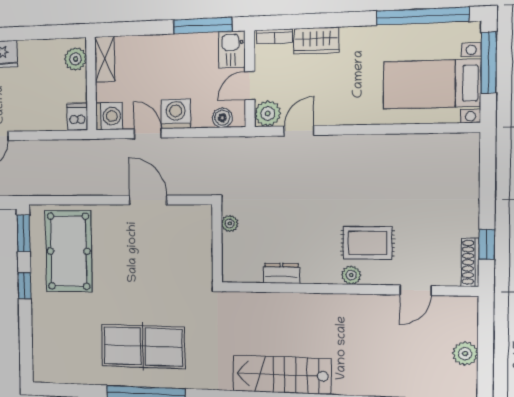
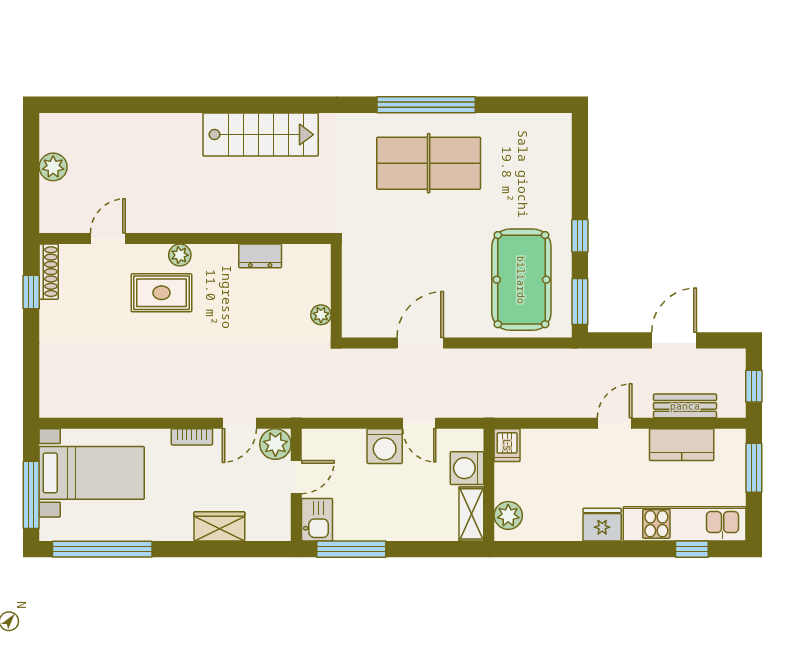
bookcase: (274, 37) -> (192, 437), moved, turned 180
washing machine: (109, 116) -> (467, 468), moved
boiler: (222, 118) -> (329, 440), removed
door: (148, 200) -> (420, 343), swing flipped

